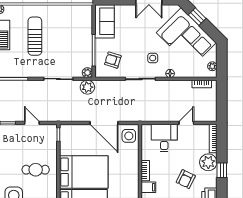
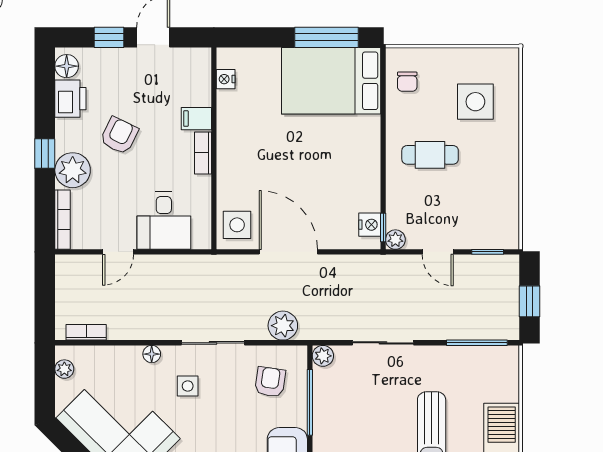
armchair: (113, 60) -> (270, 382), turned -99
plant: (87, 87) -> (283, 326), moved
plant: (52, 129) -> (395, 240), added
nightstand: (65, 136) -> (370, 225), added
bed: (84, 172) -> (330, 150), removed

